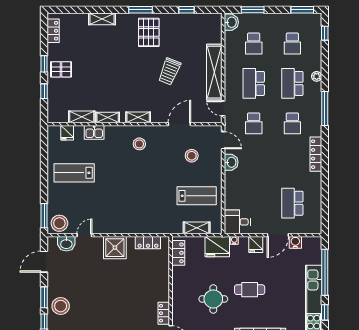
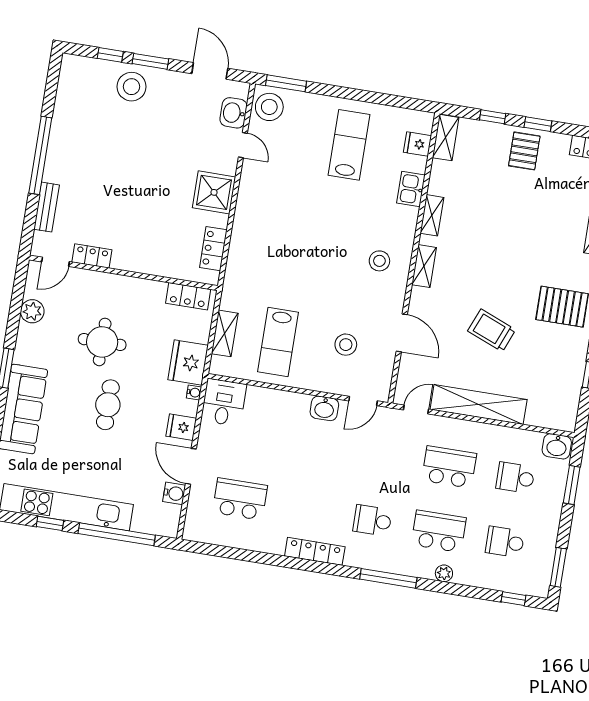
shelving: (82, 117) -> (446, 138), moved
school desk: (254, 123) -> (383, 456), removed

